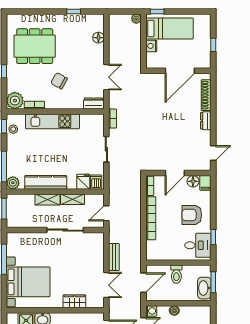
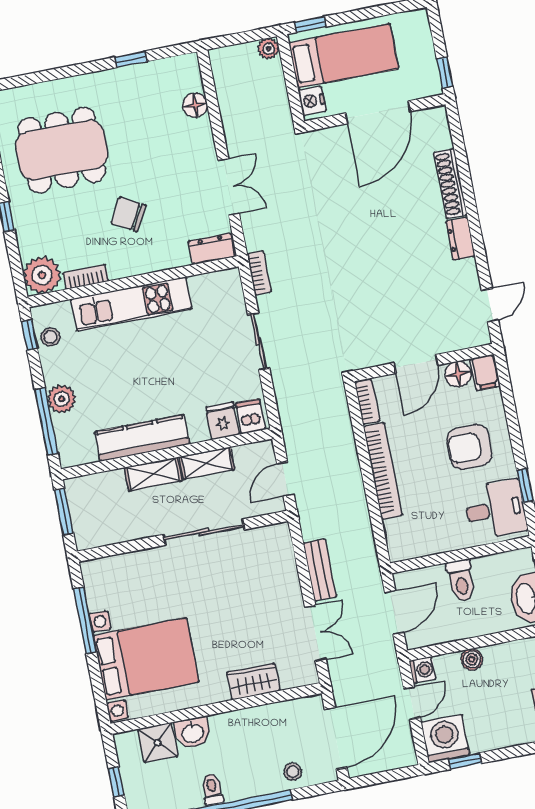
wall: (178, 71) -> (375, 113), moved
door: (180, 71) -> (378, 112), moved
plant: (13, 183) -> (62, 399), moved

